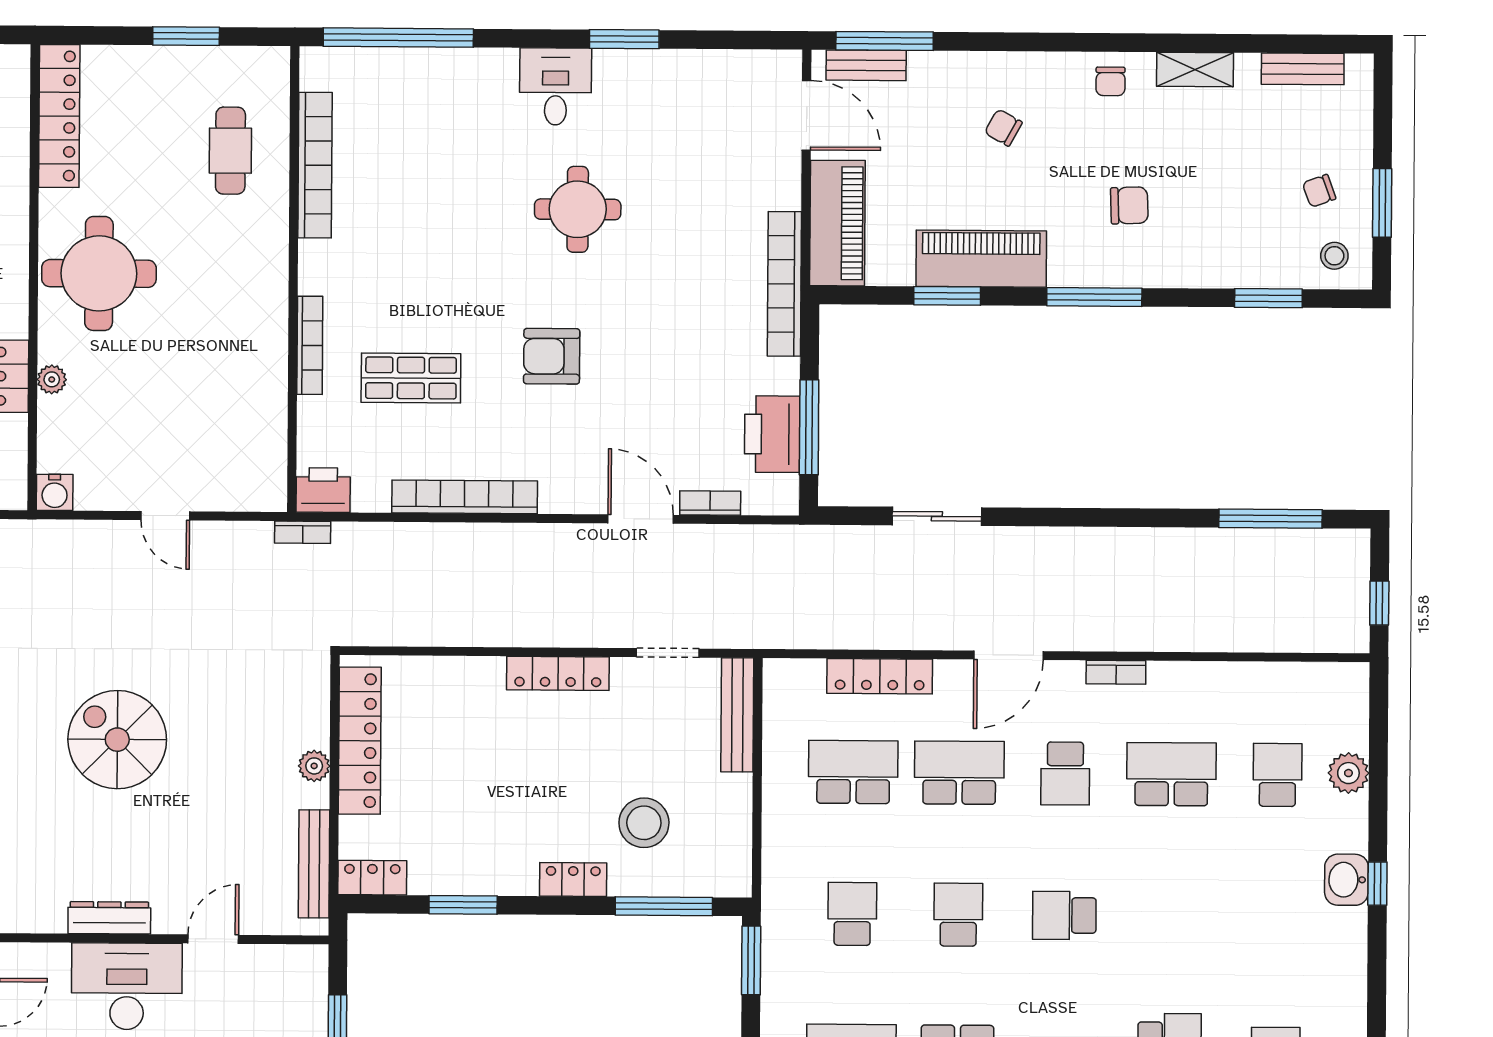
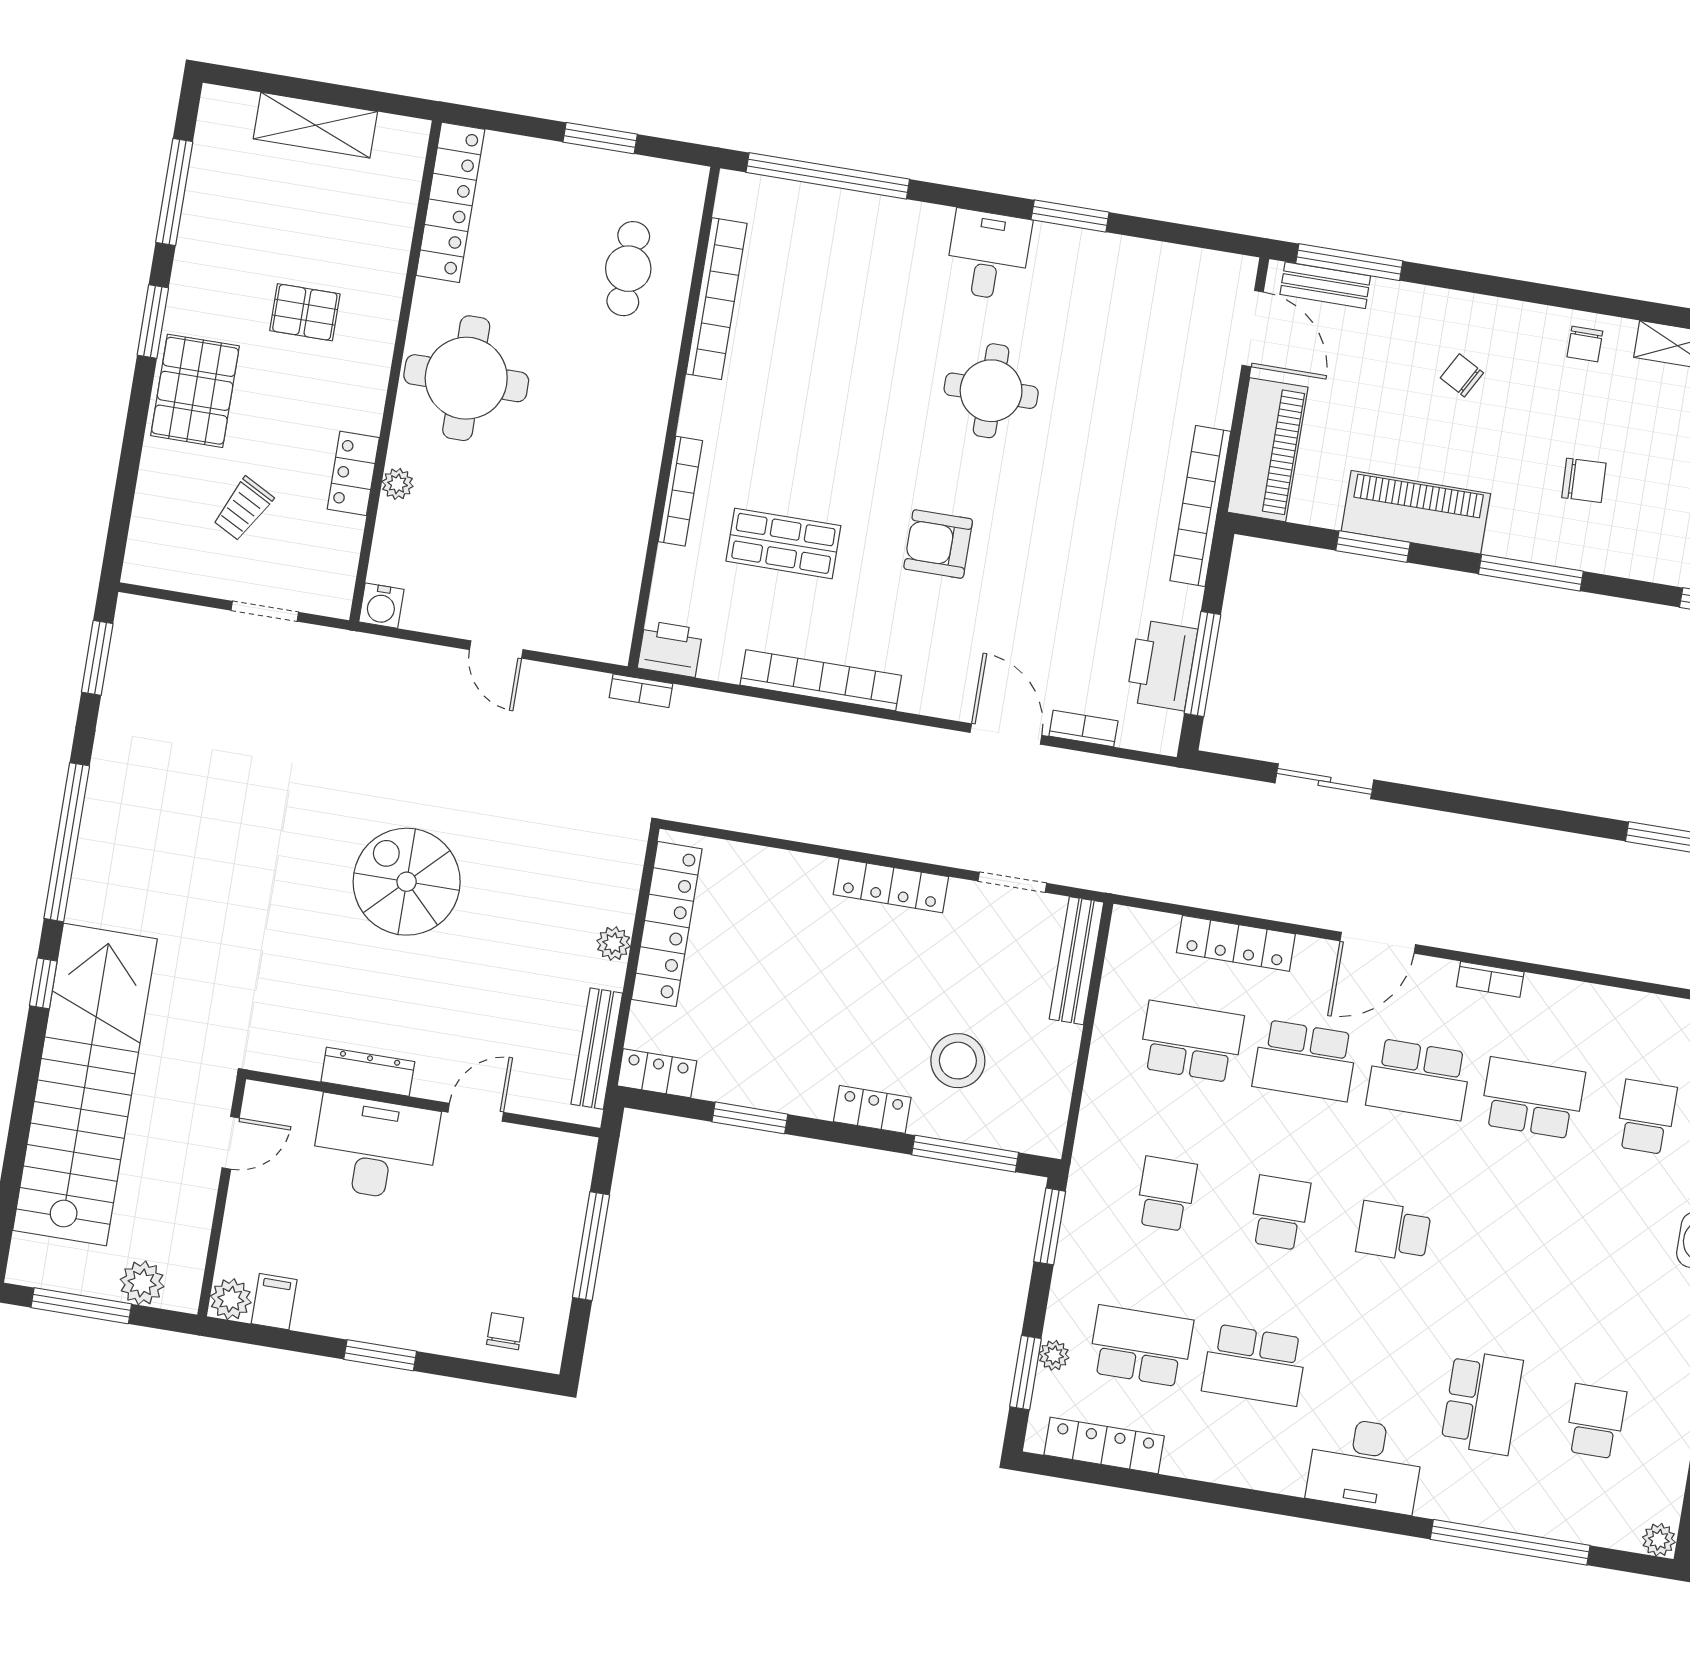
school desk: (959, 773) -> (1305, 1060), turned 180
school desk: (1065, 773) -> (1419, 1079), width x1.85

